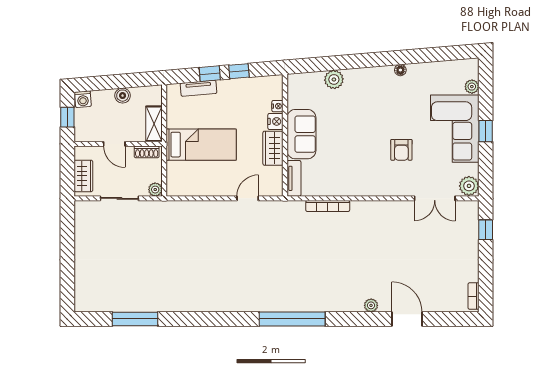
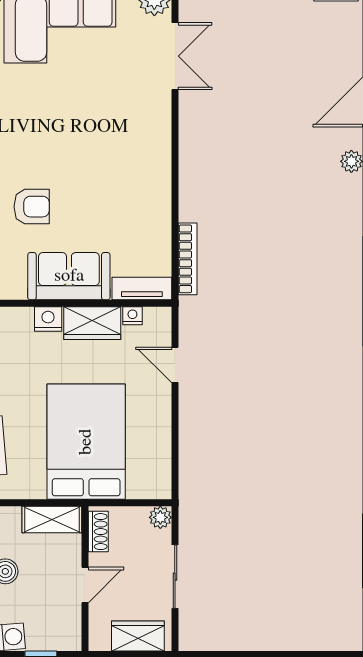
nightstand: (277, 106) -> (132, 316), moved
bed: (201, 145) -> (86, 442), width x1.50
armchair: (401, 150) -> (32, 207), moved
bookcase: (328, 206) -> (188, 259), moved

